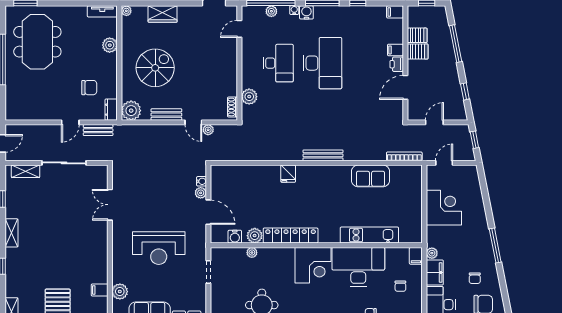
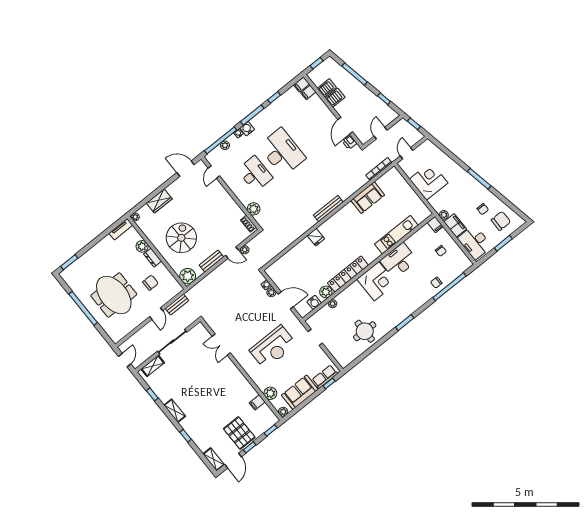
meeting table: (37, 42) -> (114, 295), moved
filing cabinet: (395, 50) -> (308, 92), moved
printer: (397, 64) -> (350, 142), moved
dresser: (111, 110) -> (153, 258), moved
desk: (358, 267) -> (399, 261), width x0.73, depth x0.77

